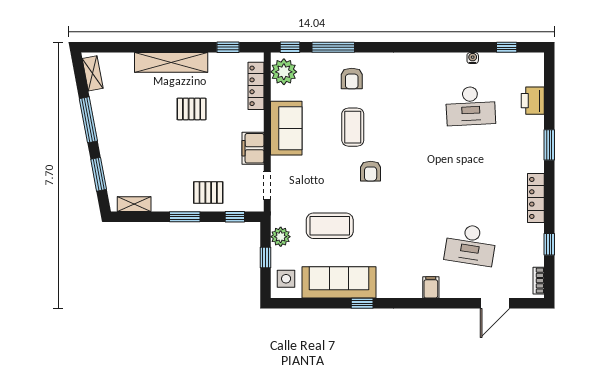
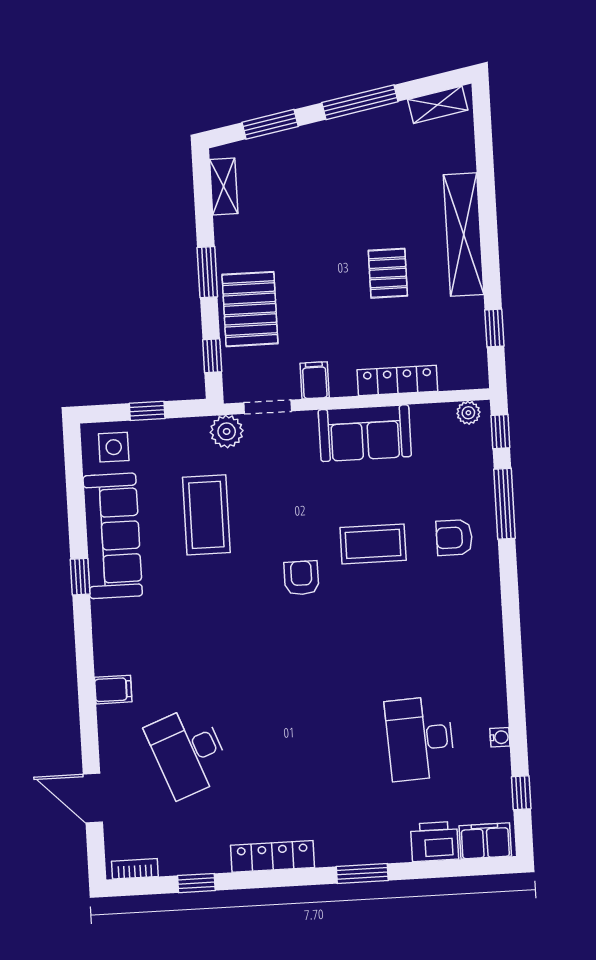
filing cabinet: (534, 70) -> (485, 841), added
plant: (284, 72) -> (468, 413), width x0.53, depth x0.53
locker: (256, 86) -> (397, 380), moved
filing cabinet: (253, 148) -> (315, 380), width x0.50
armchair: (371, 171) -> (301, 578), turned 90
pallet: (208, 193) -> (250, 309), width x1.50, depth x1.42
plant: (281, 237) -> (227, 431), moved
desk: (471, 245) -> (188, 752), turned -30

